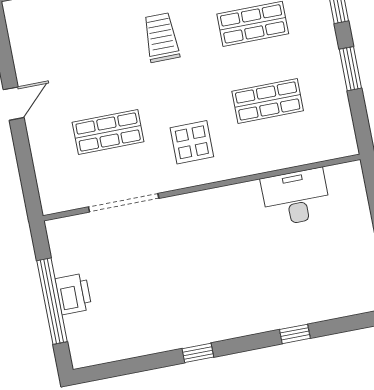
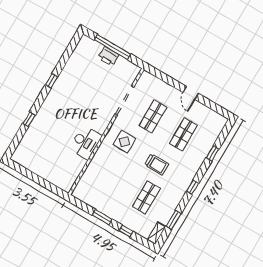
trolley: (161, 37) -> (157, 164), moved
shop shelf: (268, 101) -> (183, 134), moved
desk: (296, 197) -> (85, 142), moved

